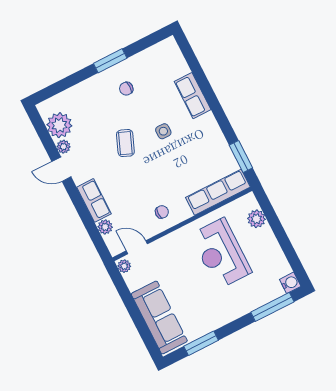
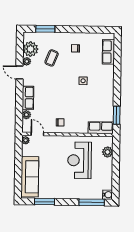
window: (110, 61) -> (45, 29), moved
row of seats: (193, 96) -> (108, 52), moved
coffee table: (125, 143) -> (52, 58), moved
row of seats: (218, 192) -> (101, 128), width x0.68

